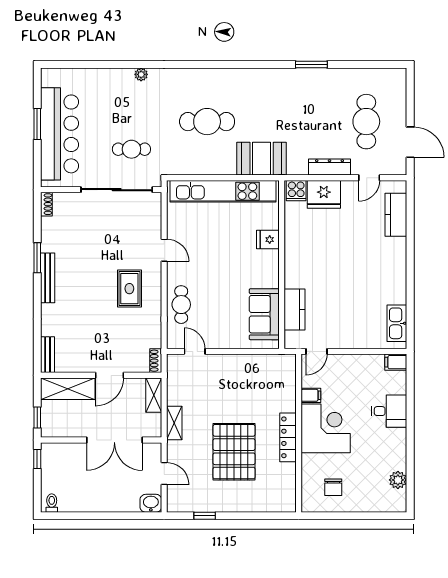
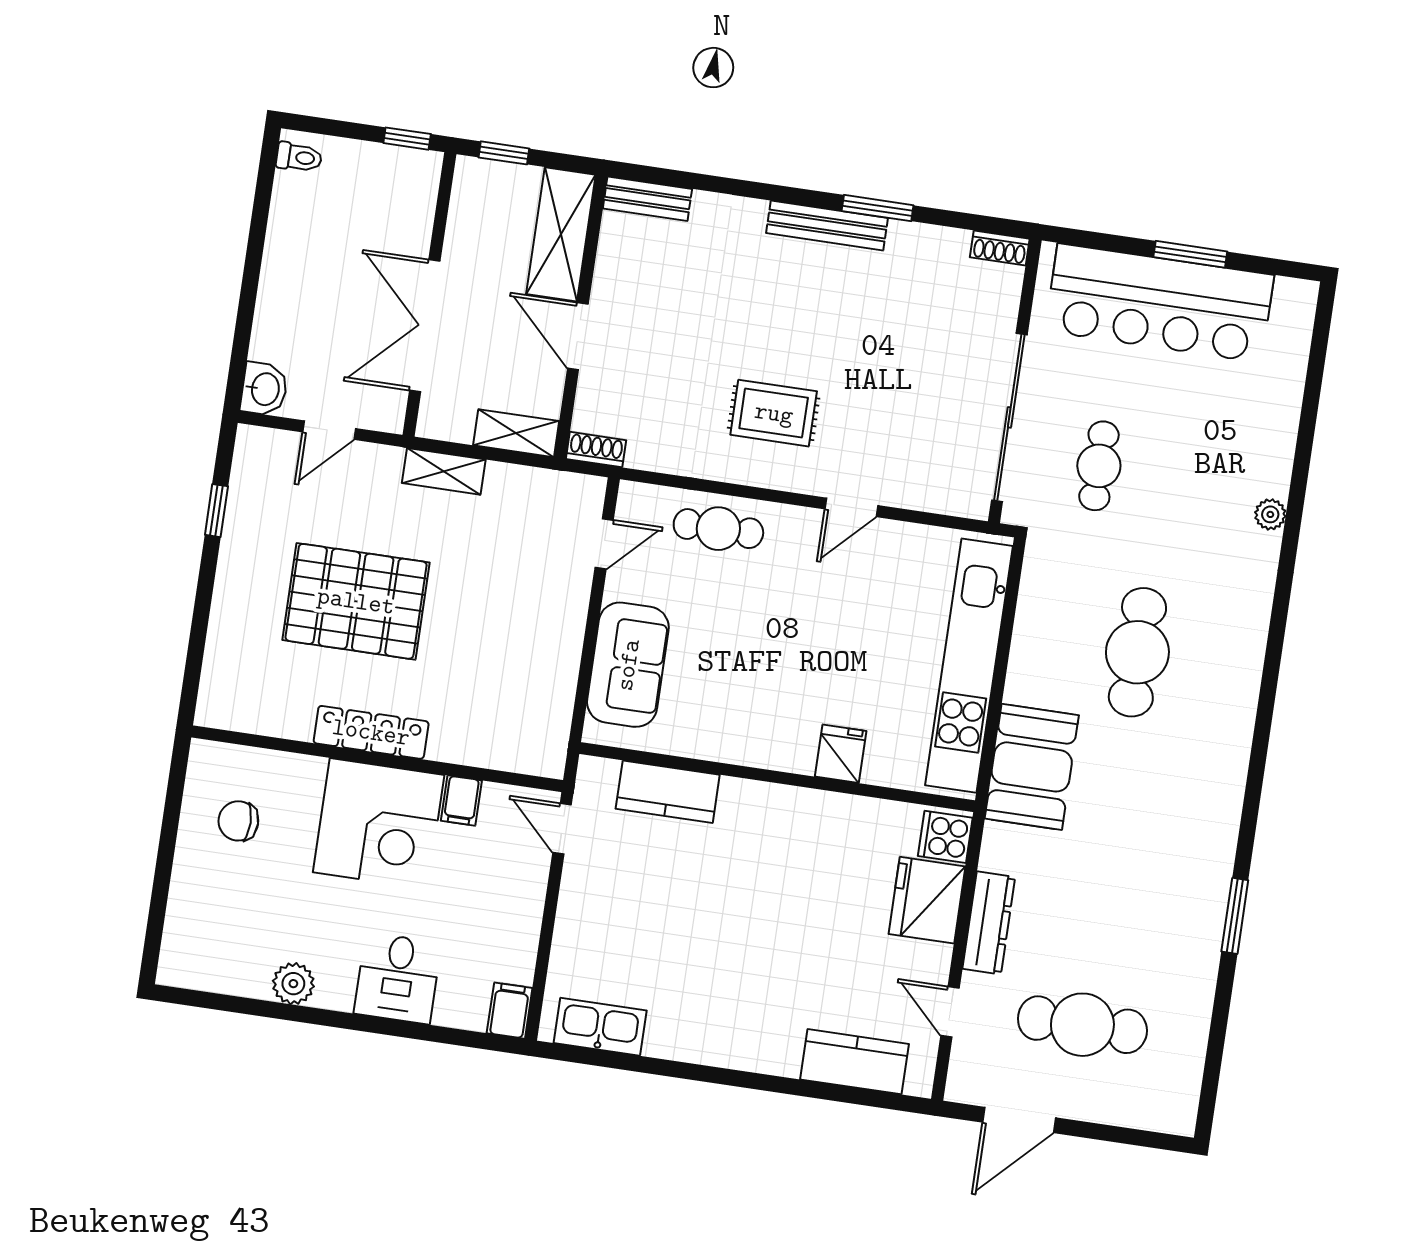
sofa: (264, 314) -> (628, 665), moved, turned 90
plant: (398, 480) -> (293, 984), moved

